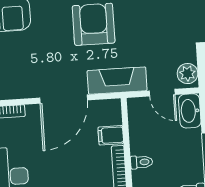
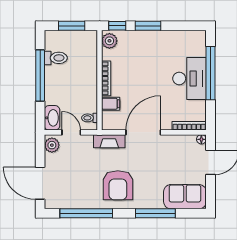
fireplace: (117, 81) -> (109, 141), width x0.73, depth x0.76
toilet: (141, 162) -> (90, 118), moved

